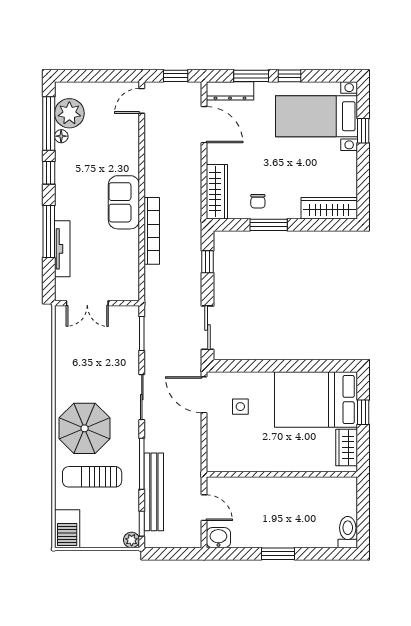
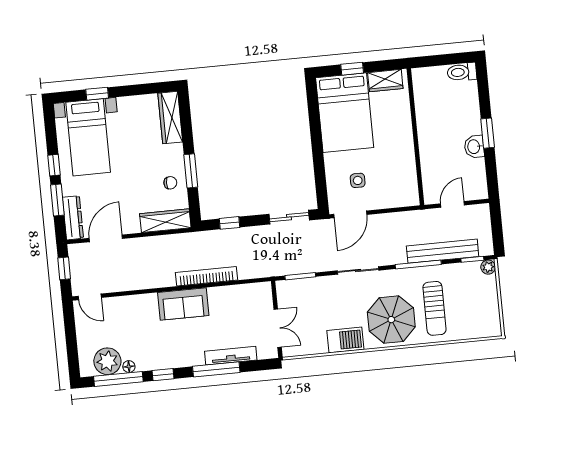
barbecue: (67, 529) -> (345, 340), moved
washbasin: (218, 538) -> (474, 147), moved

